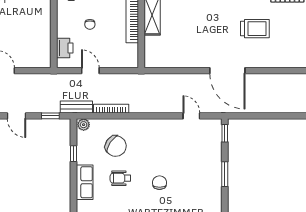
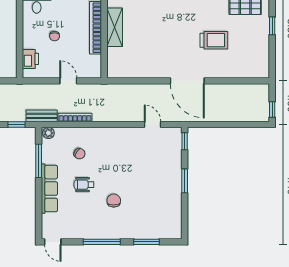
door: (90, 71) -> (68, 81), moved
chair: (116, 146) -> (80, 154), width x0.54, depth x0.54
window: (73, 154) -> (39, 161), width x2.17
row of seats: (85, 182) -> (49, 189), width x1.48
chair: (159, 183) -> (114, 201), moved

